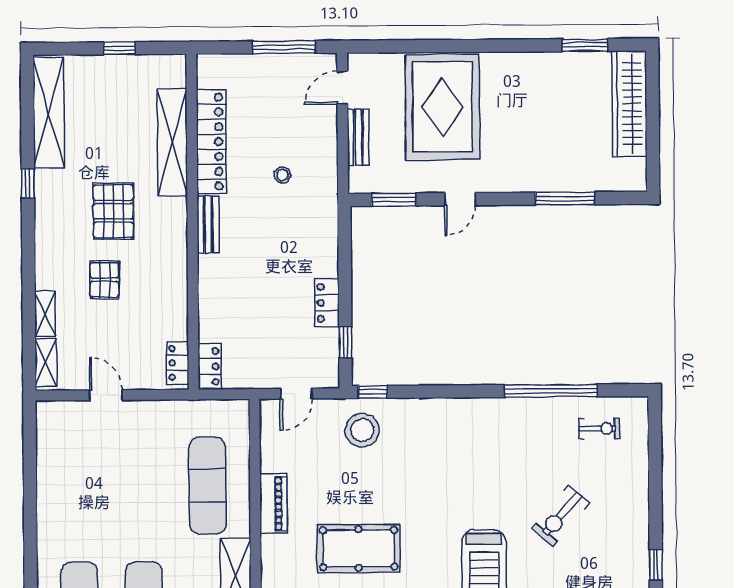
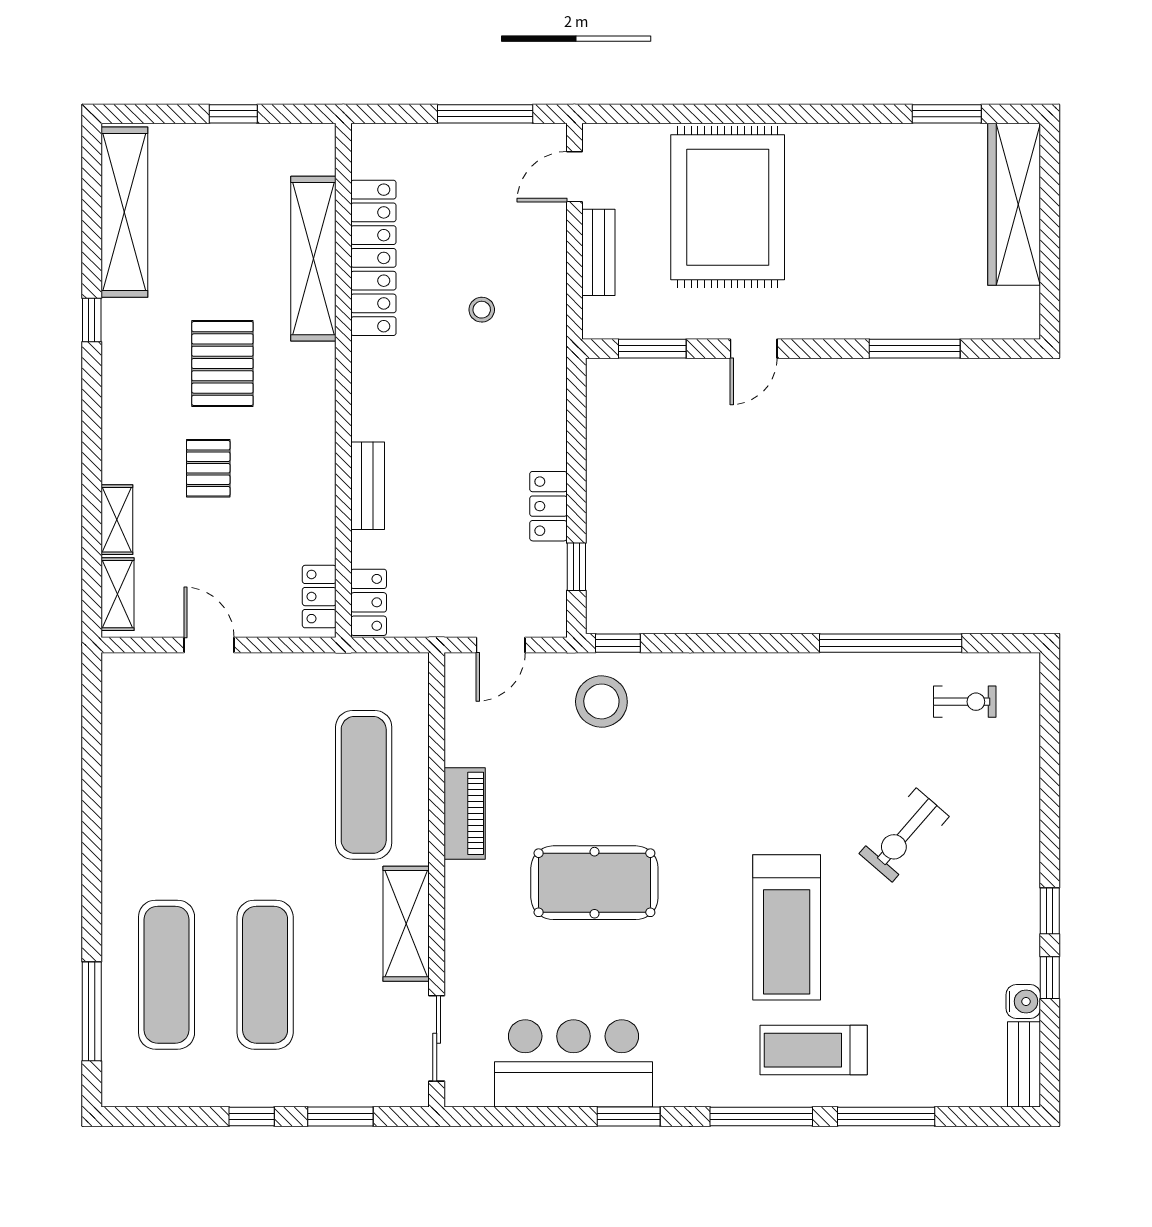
bench: (208, 224) -> (368, 486), moved

